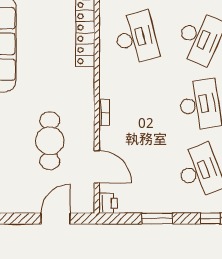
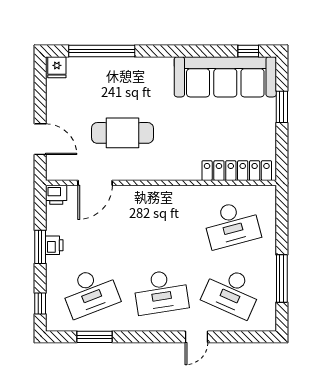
bookcase: (104, 113) -> (152, 191), removed
printer: (156, 205) -> (54, 245), added

